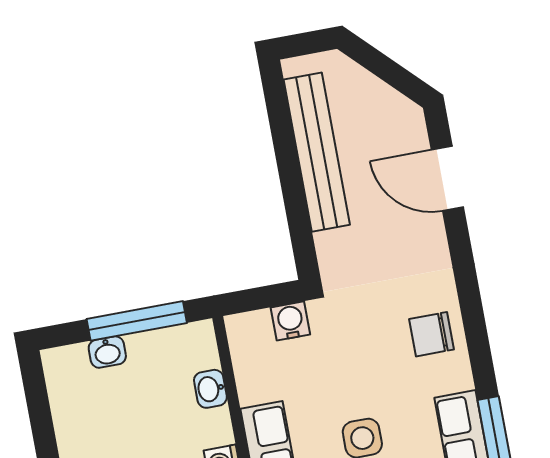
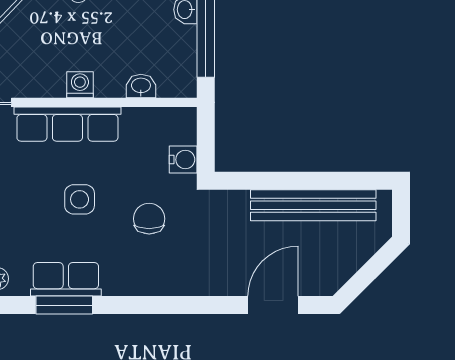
chair: (432, 334) -> (149, 219), moved

